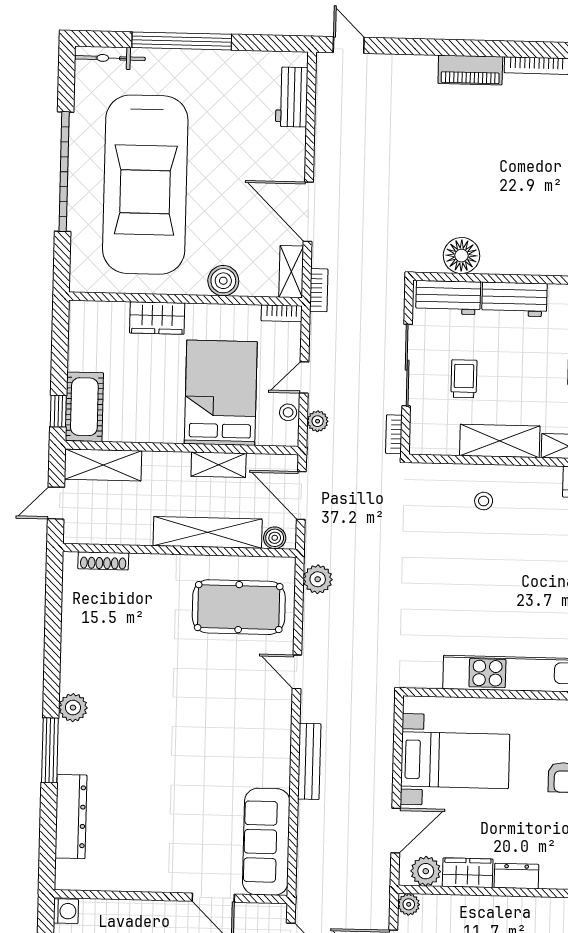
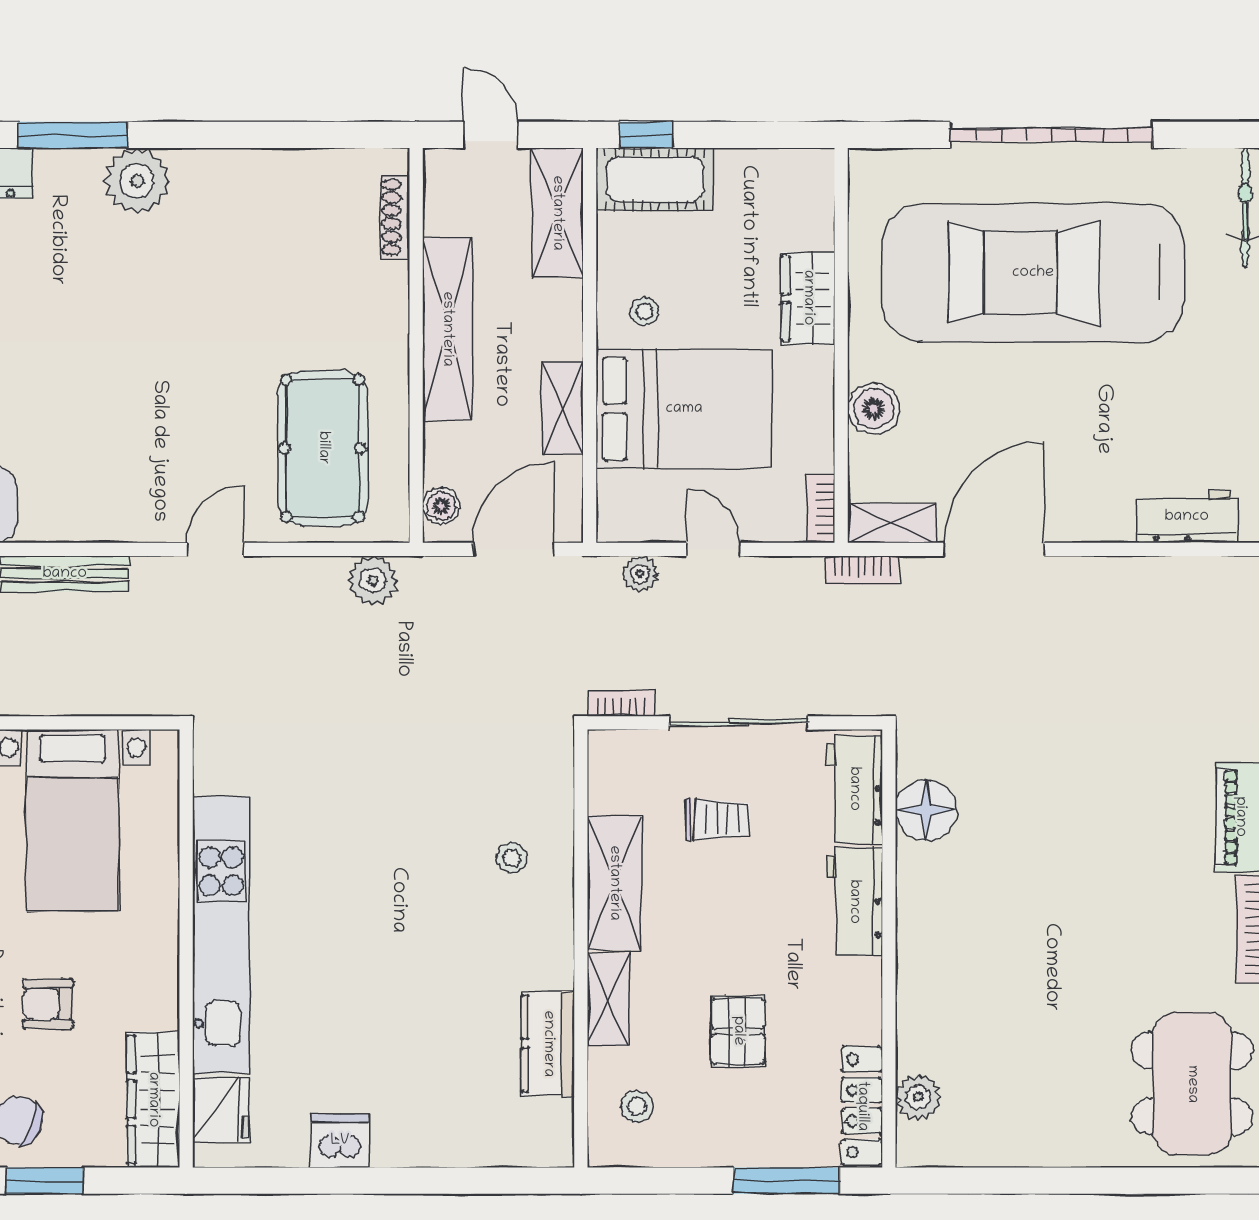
stool: (288, 412) -> (645, 311), moved
shelving: (208, 532) -> (447, 329), moved
plant: (73, 708) -> (137, 181), width x1.36, depth x1.36

